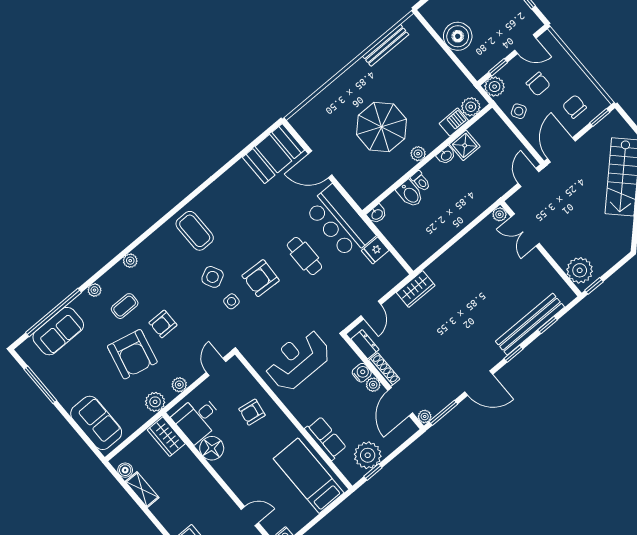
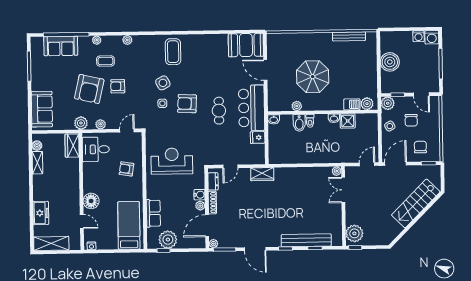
plant: (418, 154) -> (297, 106), moved
floor lamp: (212, 448) -> (91, 201), moved

